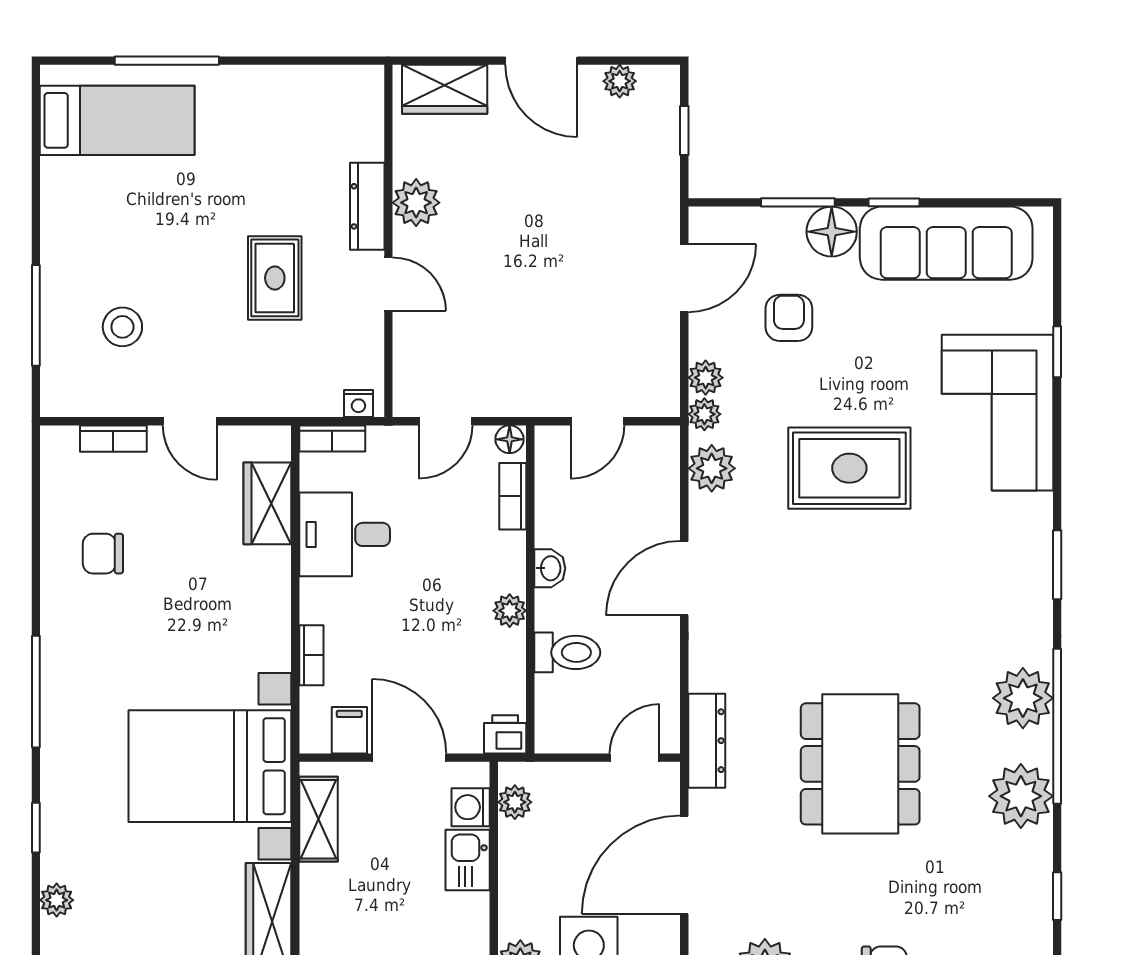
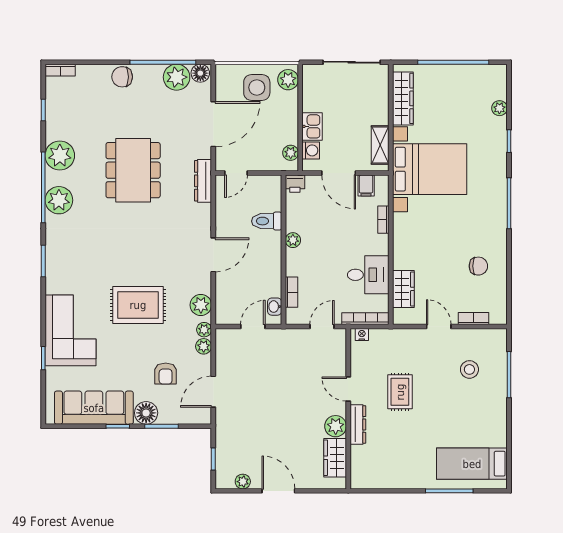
wardrobe: (445, 89) -> (335, 458), moved, turned -90
bookcase: (332, 438) -> (365, 319), width x1.56
floor lamp: (510, 439) -> (293, 318), removed
washbasin: (550, 568) -> (275, 307), moved

